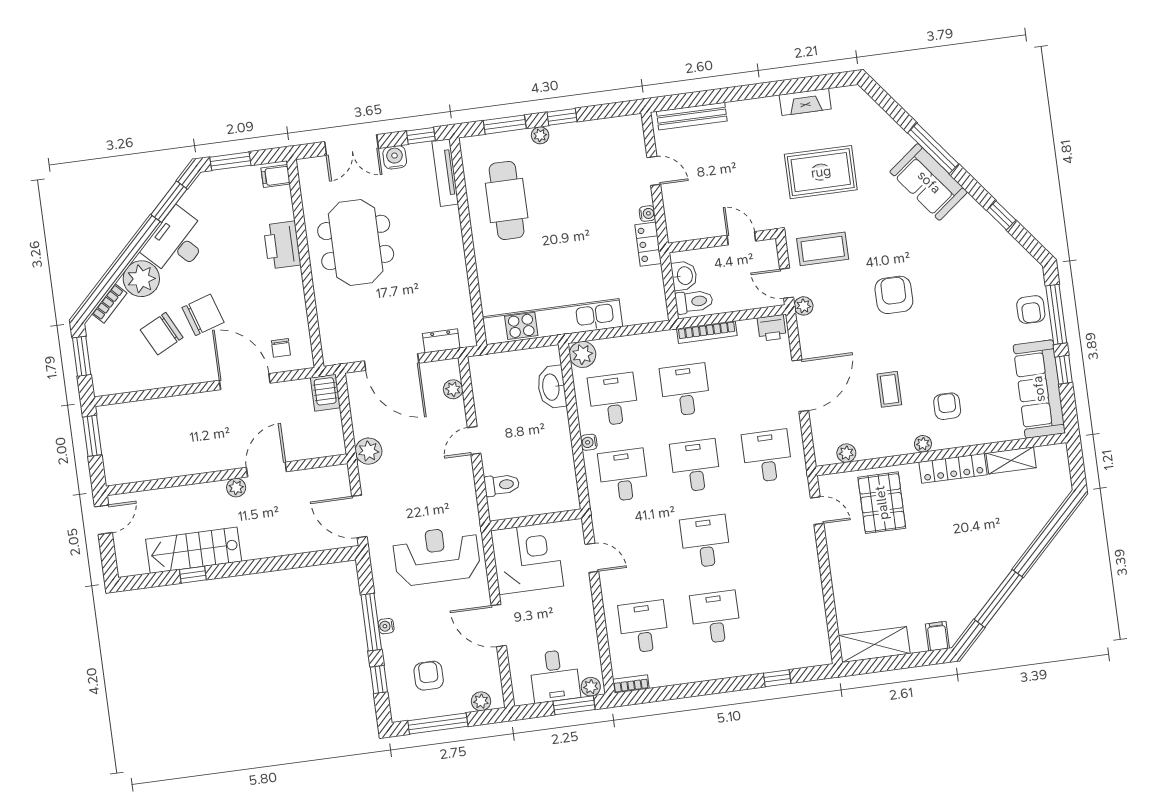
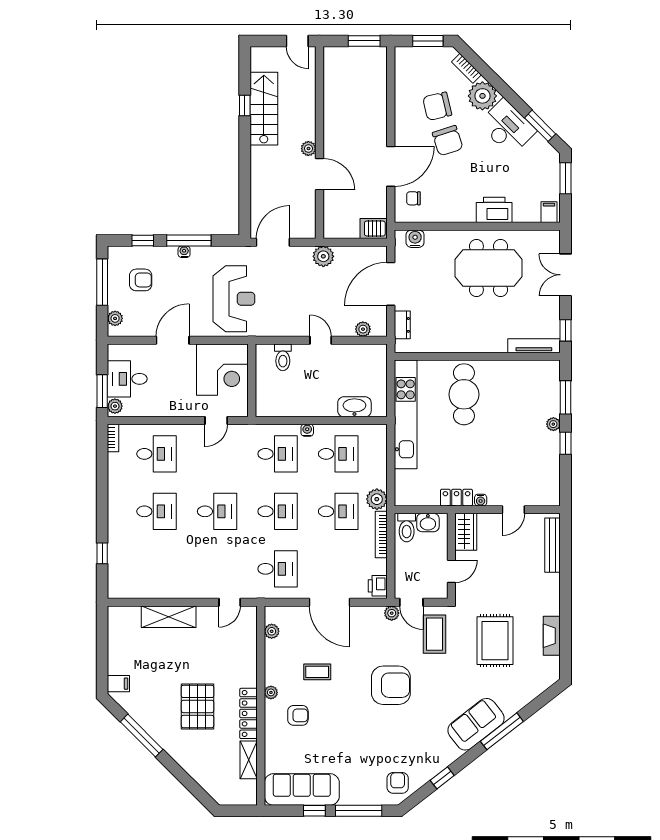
water cooler: (395, 157) -> (415, 239), moved, turned -90
cafe table: (507, 200) -> (464, 394), moved, turned 90
wardrobe: (689, 227) -> (466, 532), added
door: (787, 283) -> (411, 602), swing flipped
armchair: (894, 295) -> (391, 685), width x1.36, depth x1.36
armchair: (1031, 310) -> (398, 783), moved, turned 90
chair: (162, 334) -> (437, 106), turned -76
plant: (583, 354) -> (377, 499), moved
pallet: (882, 503) -> (197, 706), moved, turned 90
shelving: (874, 645) -> (169, 617), moved, turned 90

